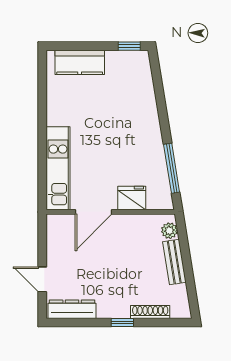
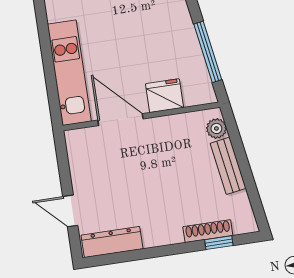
door: (94, 212) -> (121, 120), swing flipped
window: (122, 322) -> (219, 243), moved

